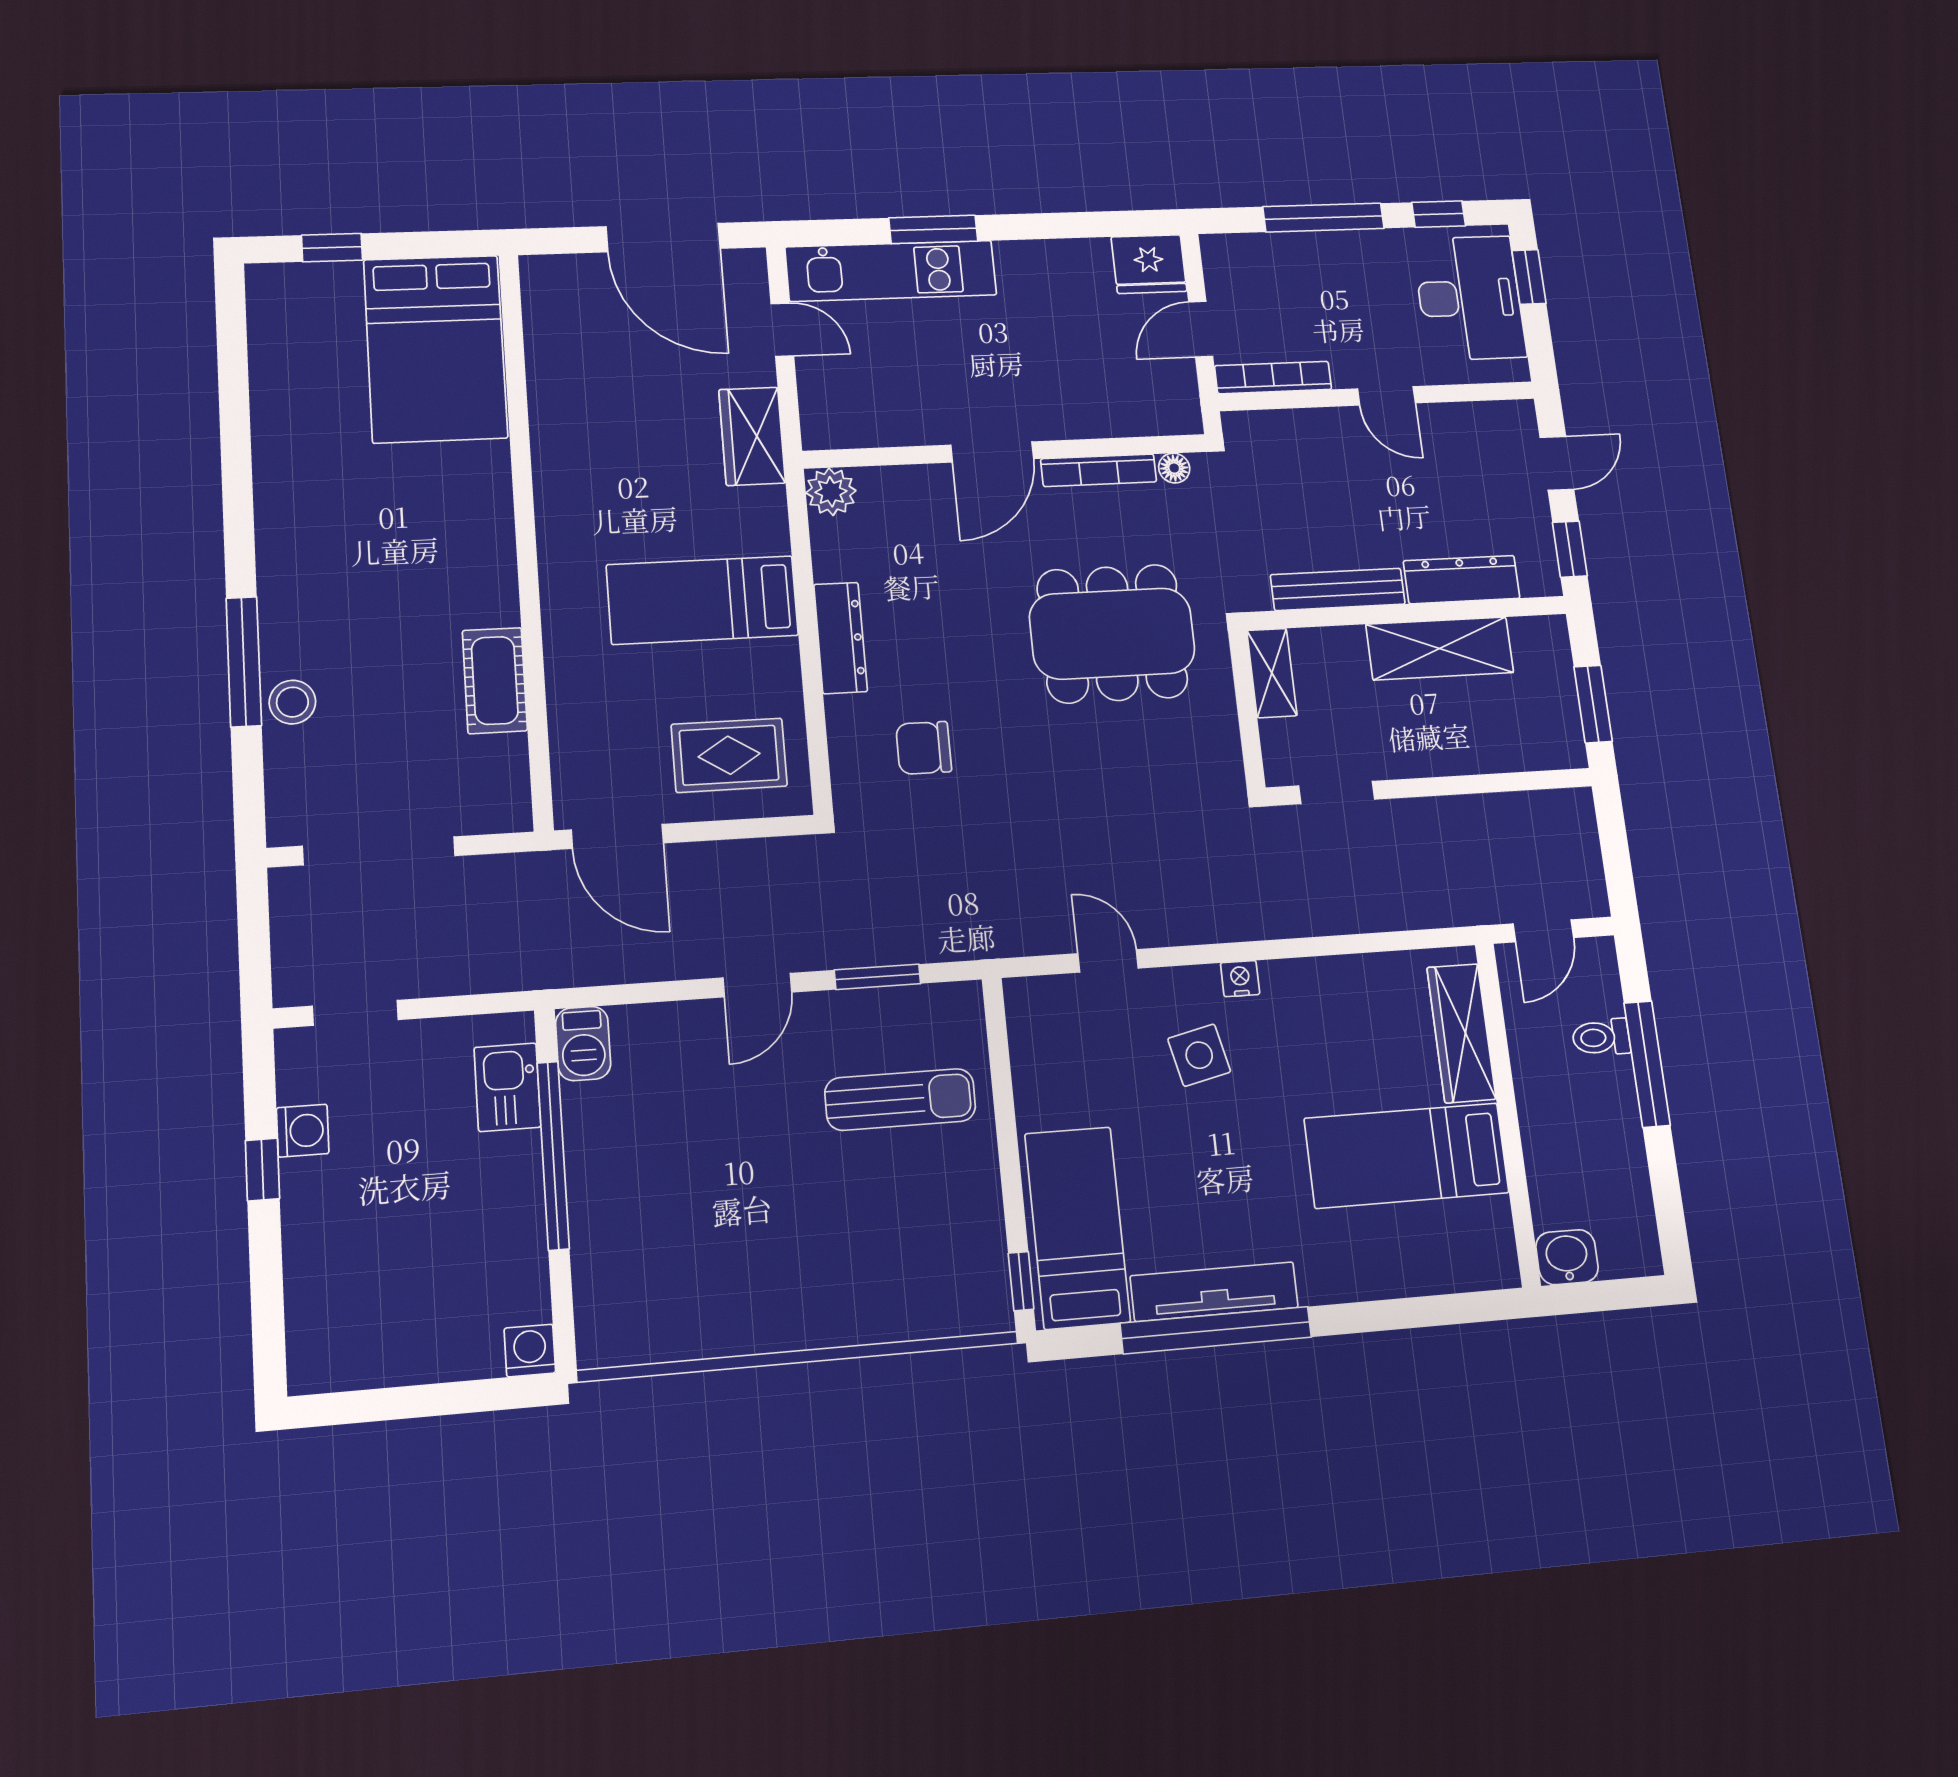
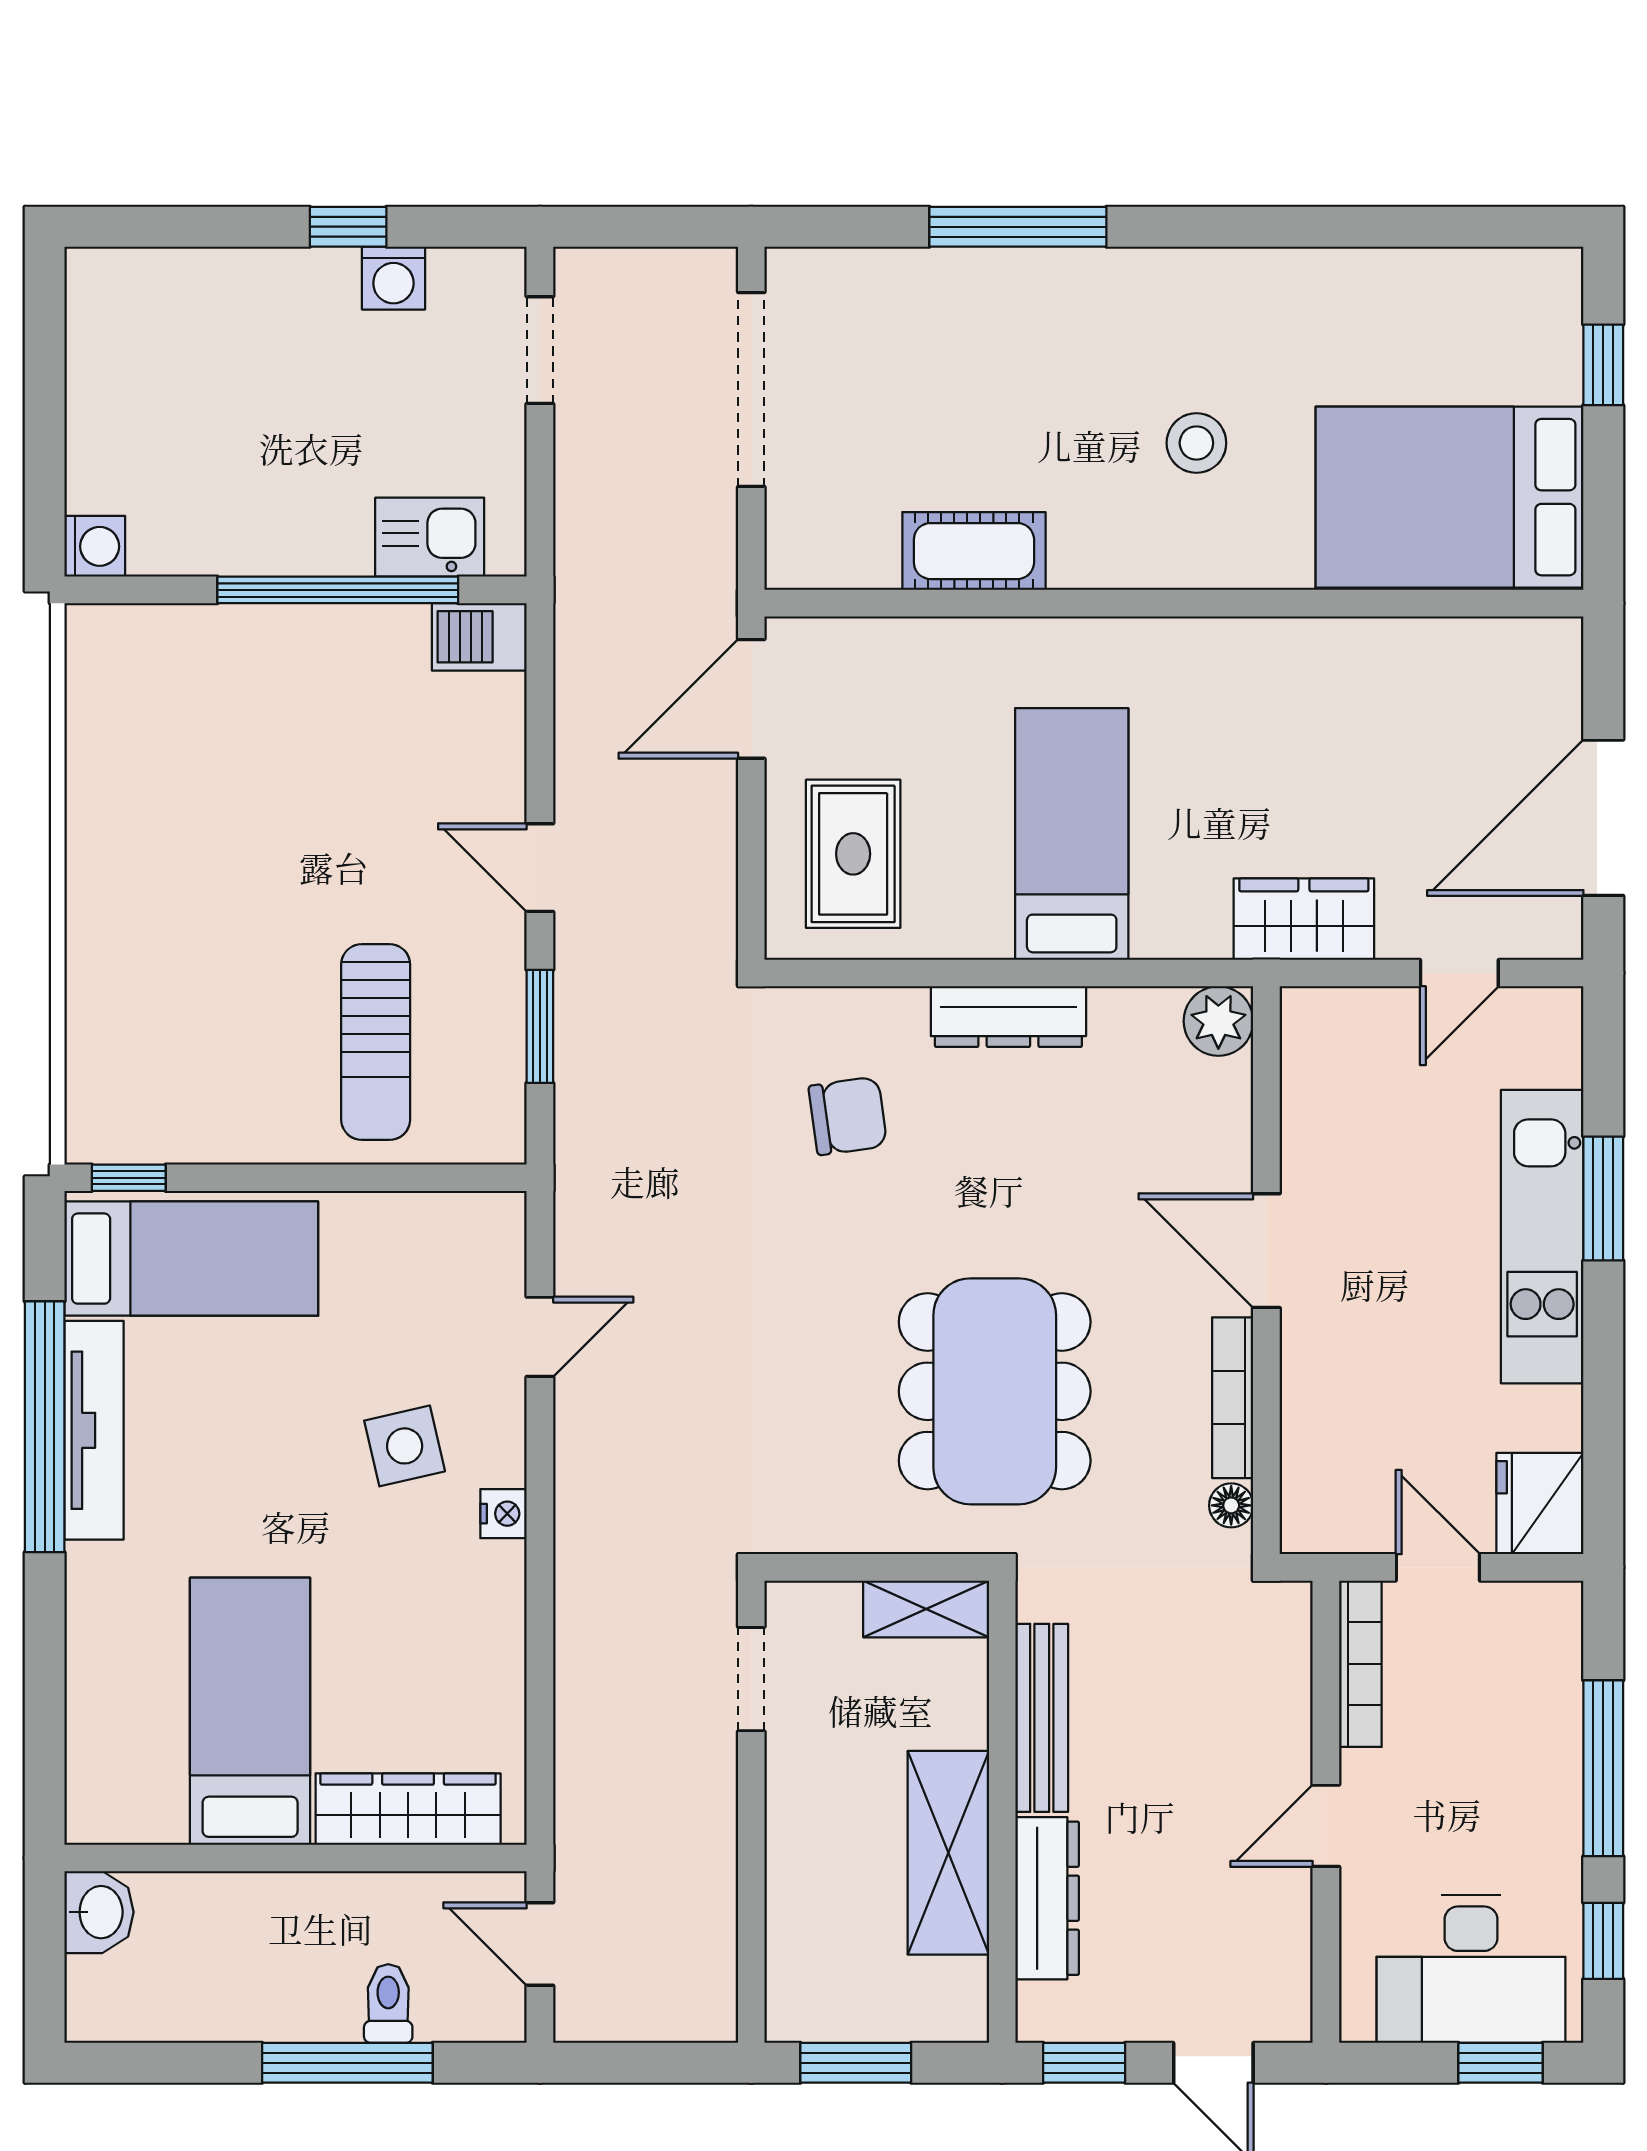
kitchen unit: (891, 271) -> (1542, 1237), moved
stool: (292, 702) -> (1196, 443), moved
chair: (924, 748) -> (848, 1116), turned 82

